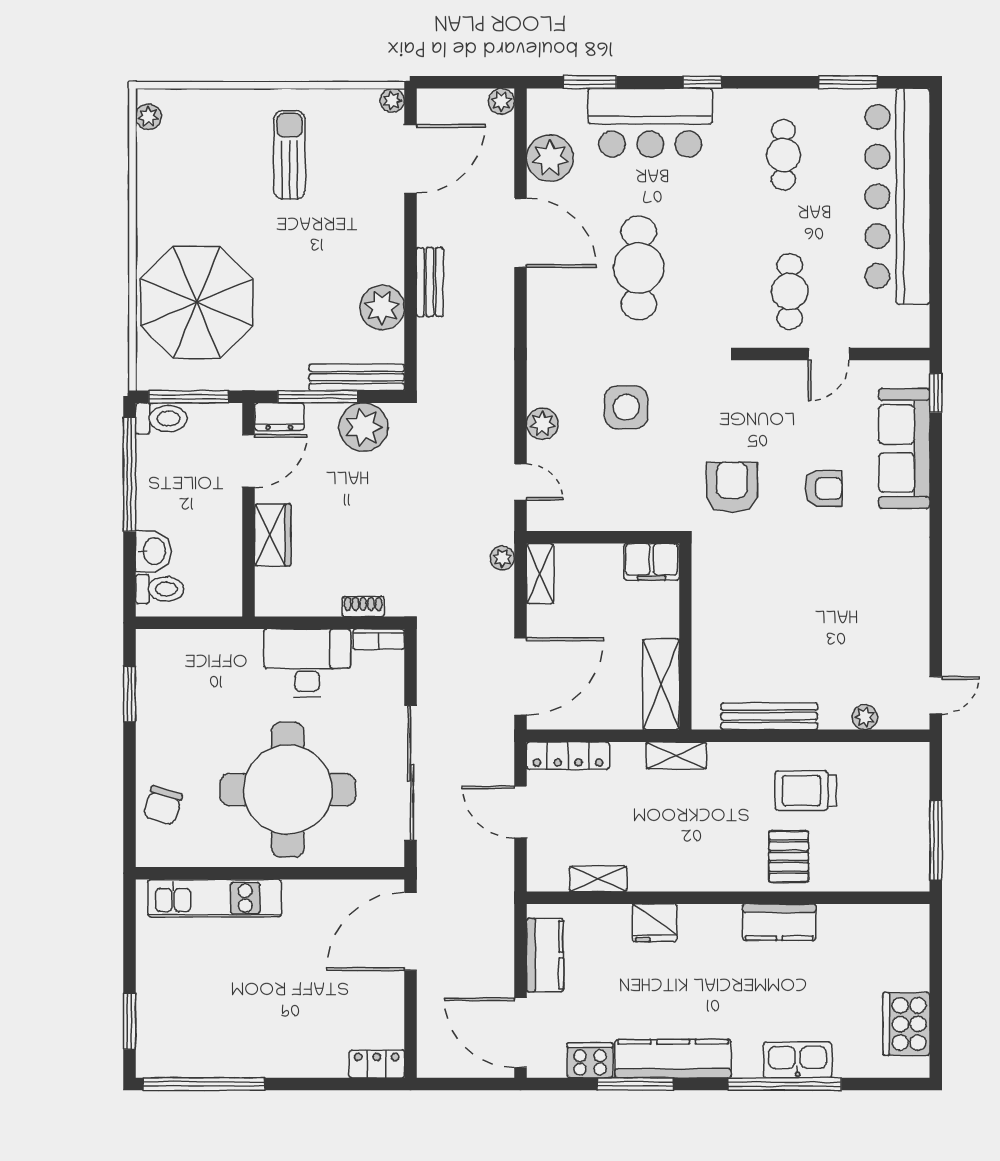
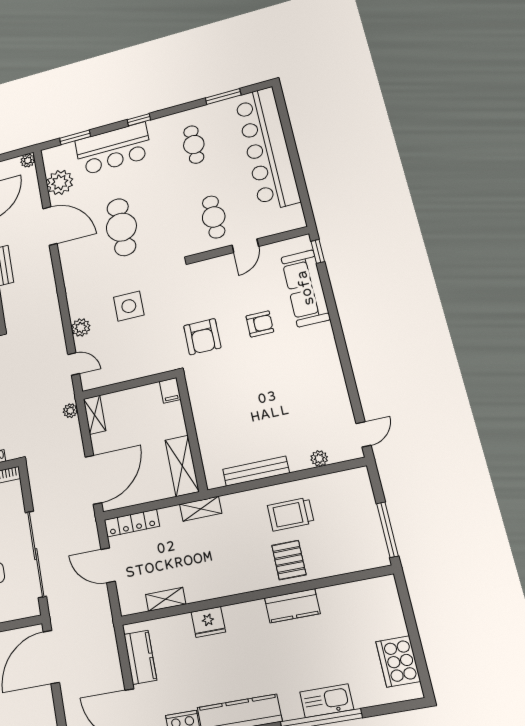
armchair: (732, 487) -> (202, 337), turned 180
filing cabinet: (652, 562) -> (170, 390), width x0.50

